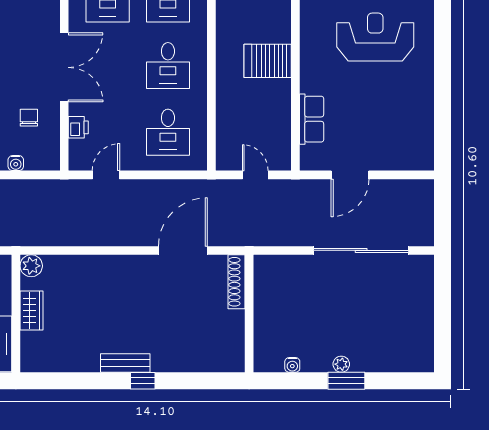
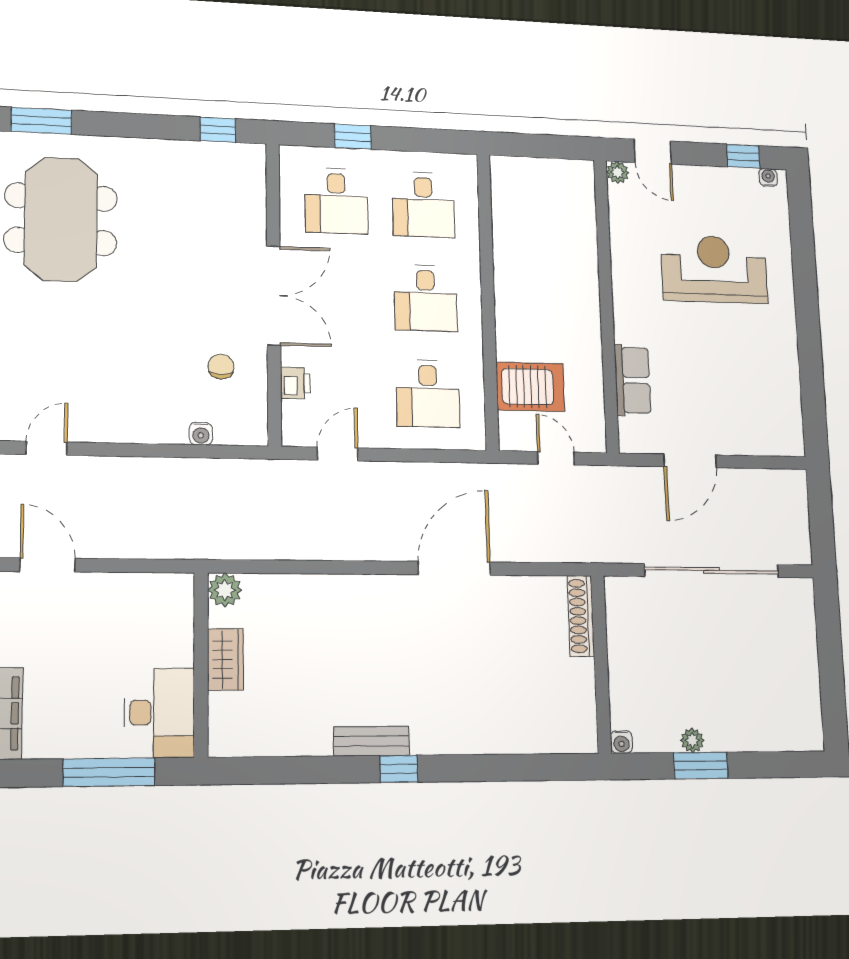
server rack: (268, 61) -> (530, 387), moved, turned 180
shoe rack: (237, 282) -> (581, 616), moved
wall: (249, 314) -> (601, 664), moved

